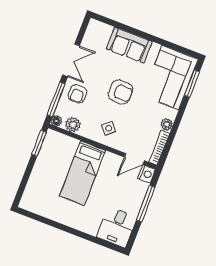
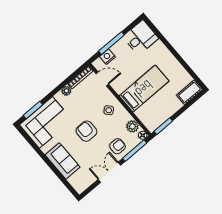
nightstand: (147, 174) -> (107, 57), moved
cot: (31, 196) -> (189, 92), added

